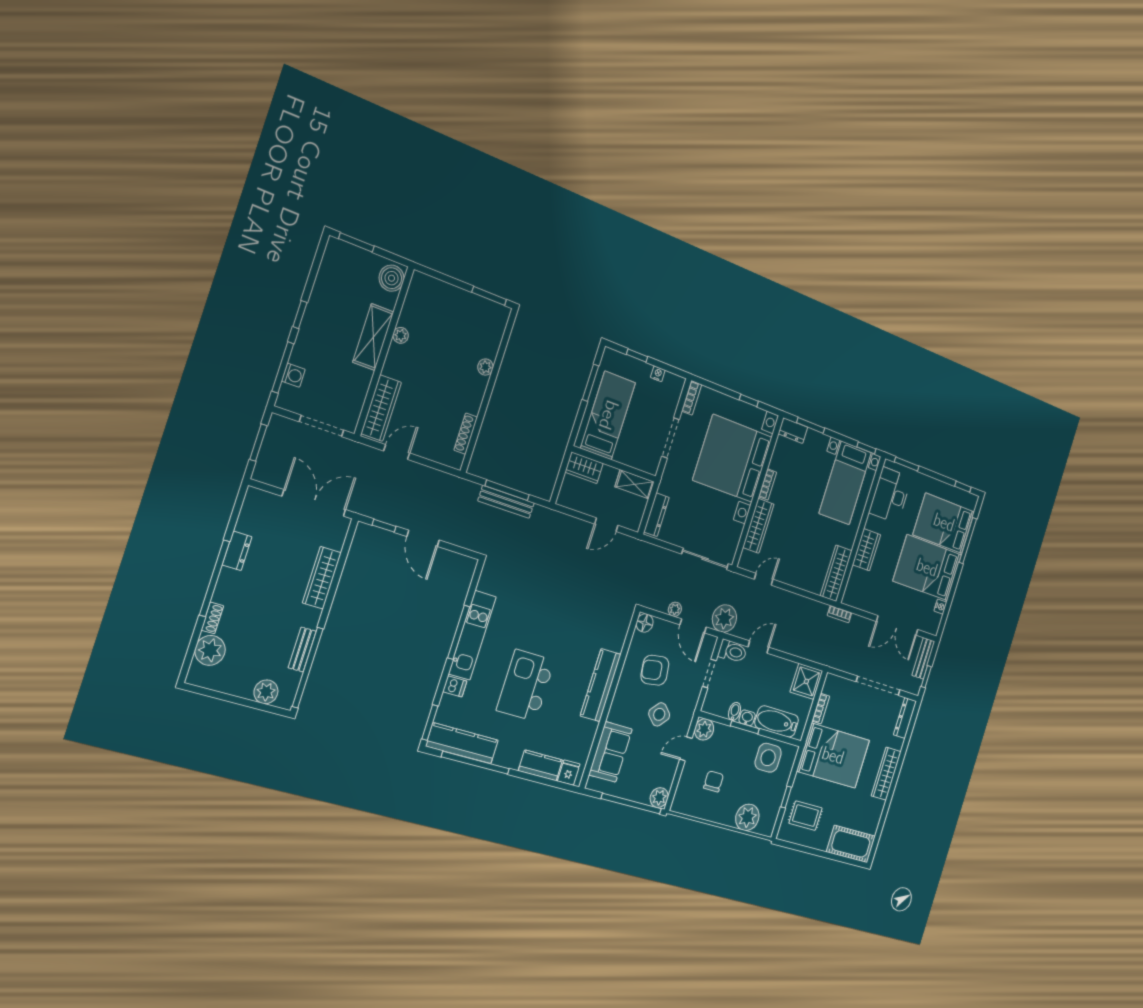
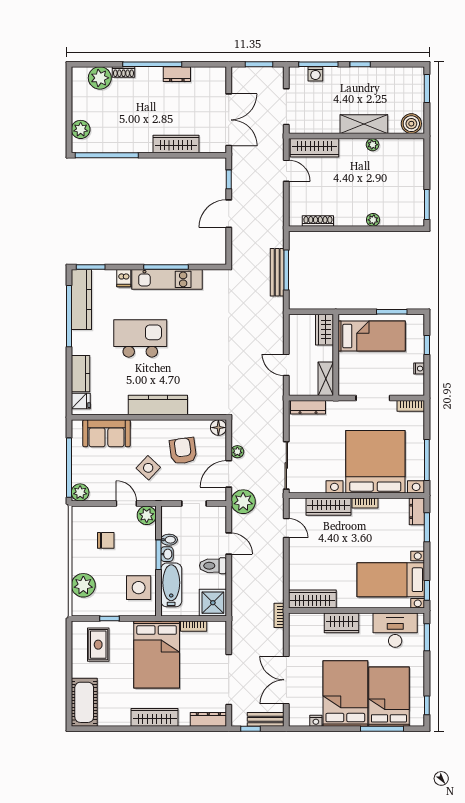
window: (749, 400) -> (427, 460), width x2.17
bench: (302, 649) -> (119, 147), removed
toilet: (732, 651) -> (213, 566), moved, turned 90

